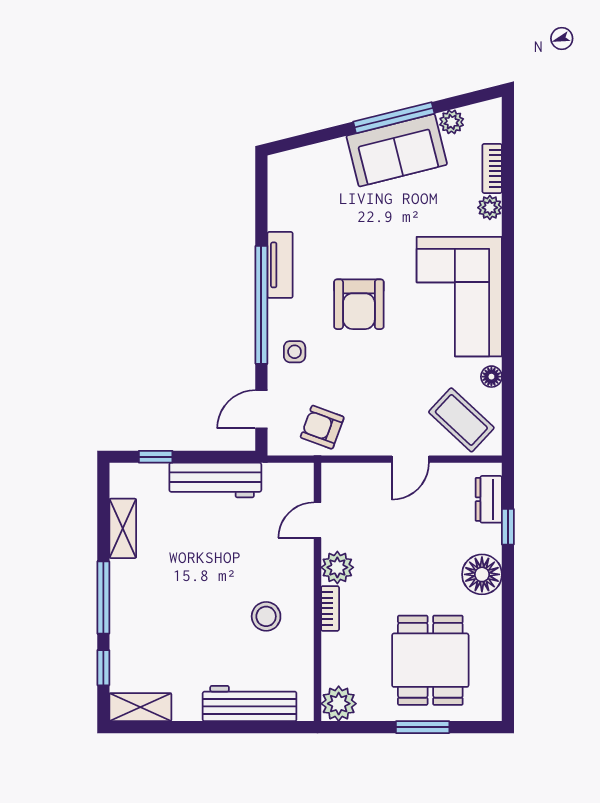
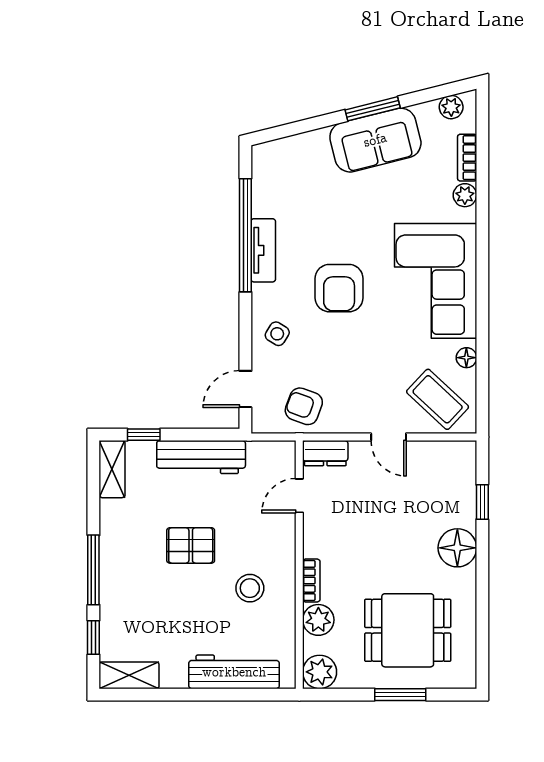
window: (394, 118) -> (373, 109), width x0.69
plant: (452, 122) -> (451, 107), moved
window: (261, 305) -> (245, 235), moved
side table: (295, 352) -> (277, 334), turned 32
door: (410, 459) -> (389, 437), hinge flipped
dresser: (489, 499) -> (325, 453), moved, turned -90
shelving: (123, 528) -> (112, 469), moved
plant: (337, 567) -> (318, 620), moved
pallet: (204, 572) -> (191, 545), added
dining table: (430, 660) -> (408, 630), turned 90

